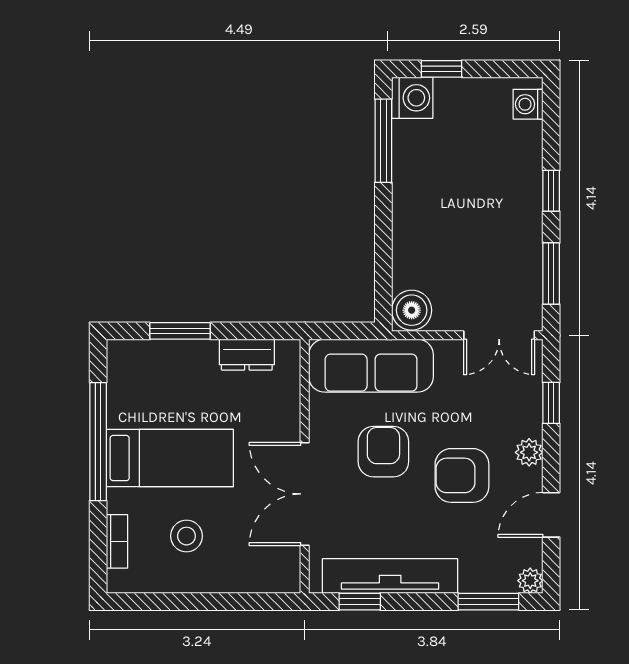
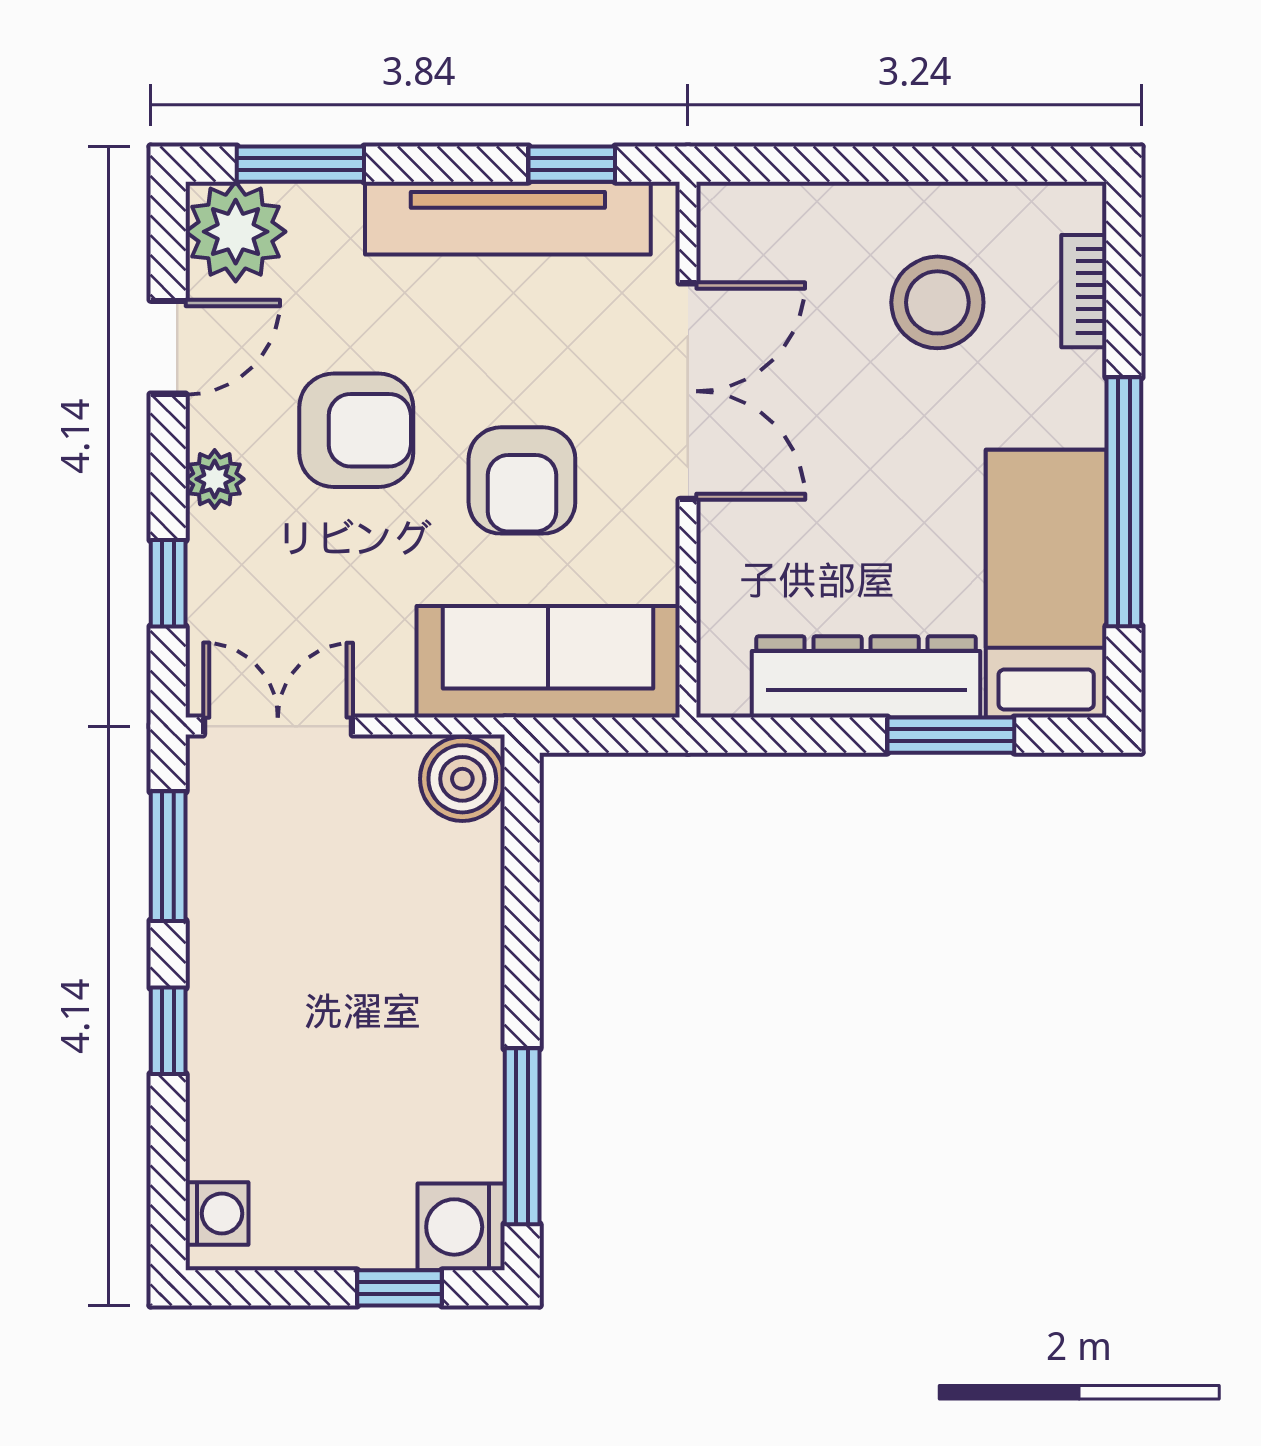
dresser: (247, 355) -> (866, 677), width x1.96, depth x1.24
bed: (170, 458) -> (1046, 584), moved, turned 90
stool: (186, 536) -> (937, 302), width x1.38, depth x1.38
plant: (530, 581) -> (236, 232), width x1.87, depth x1.87

